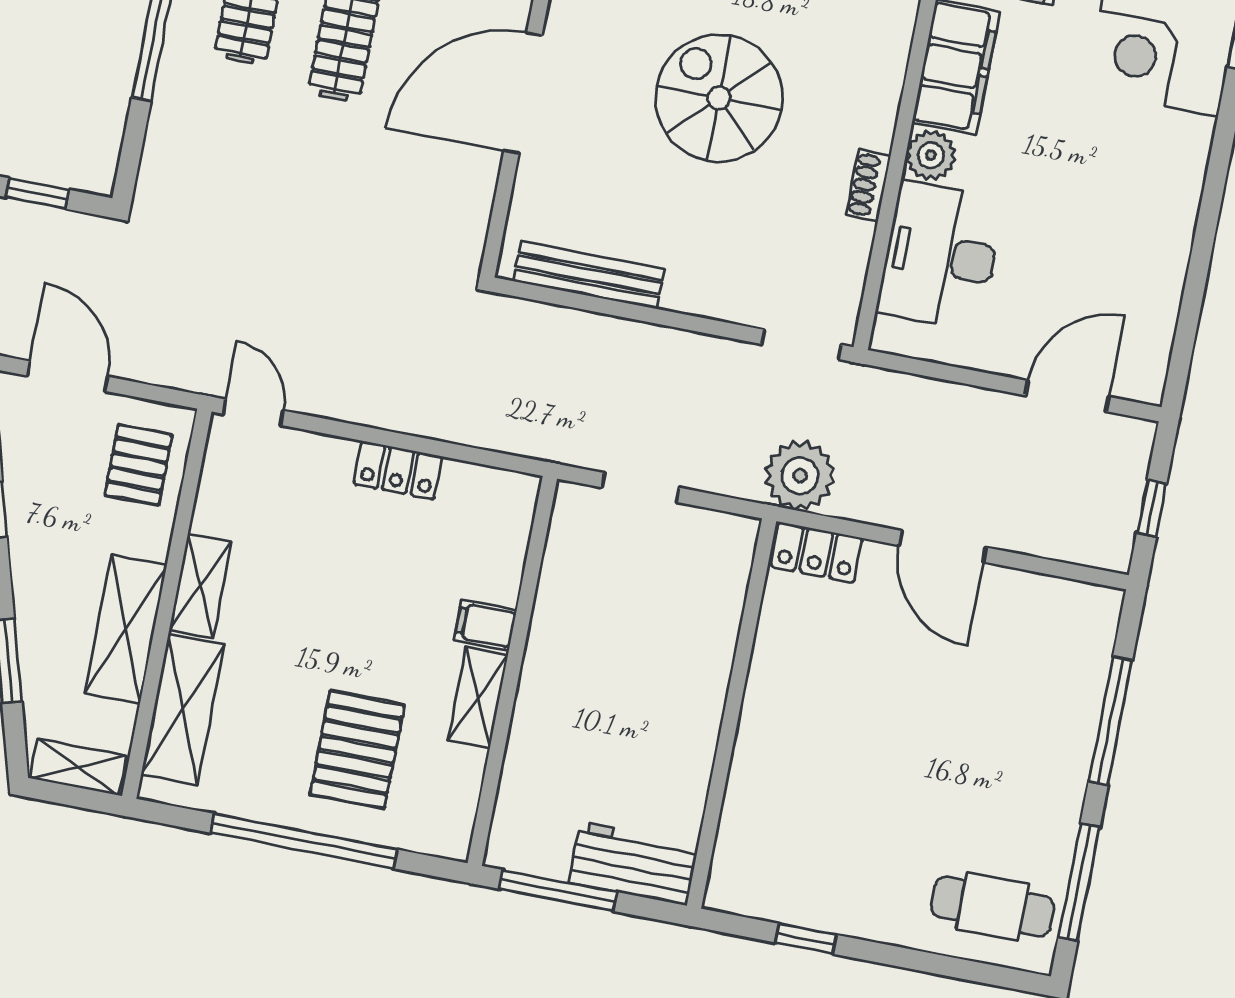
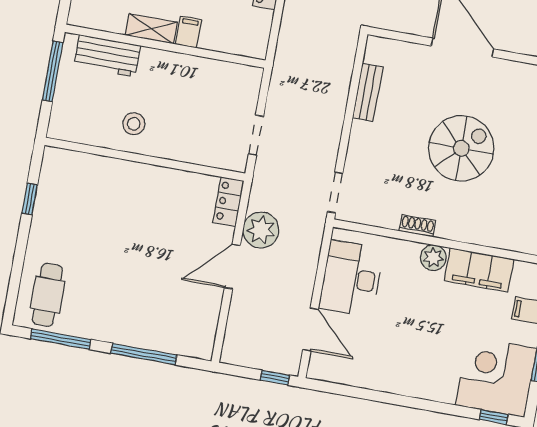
desk: (940, 256) -> (351, 278), moved, turned -90
bench: (589, 275) -> (368, 93), width x0.73
plant: (800, 476) -> (261, 230), moved
doorway: (640, 488) -> (256, 135), moved
window: (1152, 508) -> (275, 378), moved
stool: (662, 734) -> (134, 124), added
workbench: (634, 864) -> (107, 56), moved, turned 90

